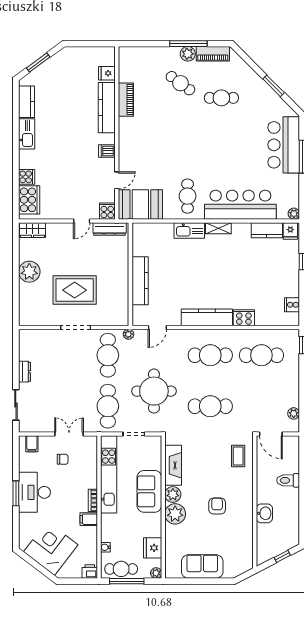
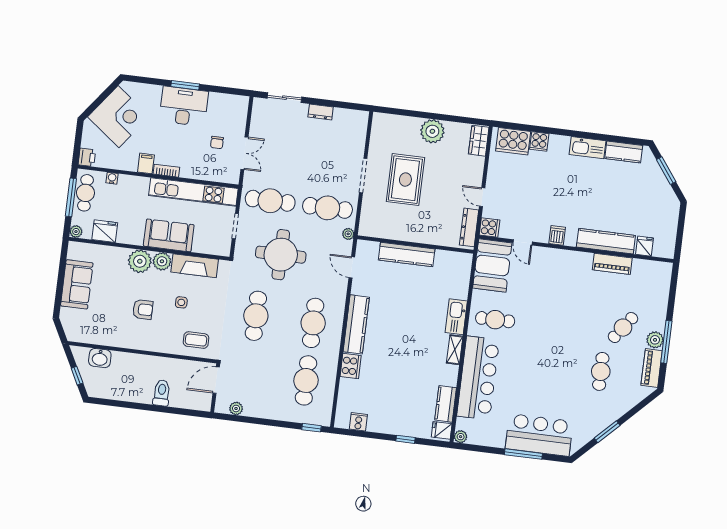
filing cabinet: (32, 444) -> (239, 110), removed
side table: (207, 473) -> (181, 302), added
washbasin: (264, 513) -> (100, 358), moved

